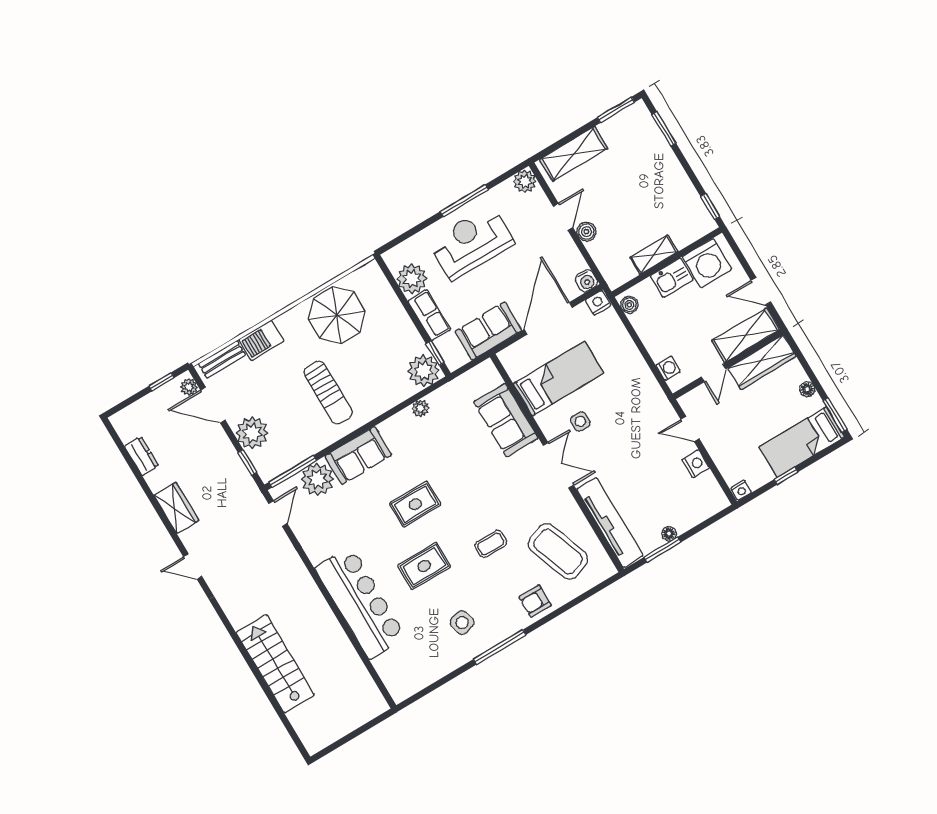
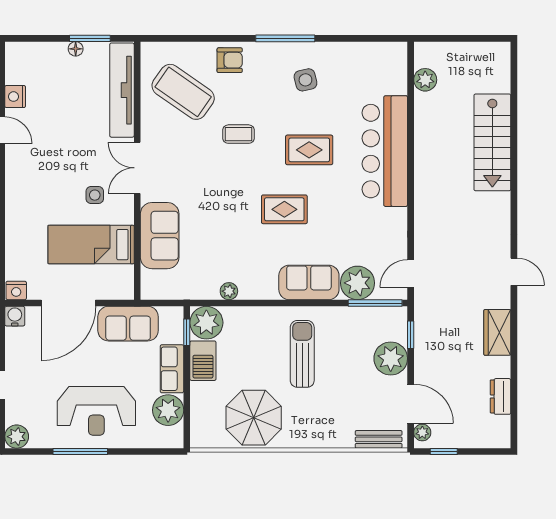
barbecue: (261, 340) -> (203, 361), moved, turned 90
coffee table: (558, 551) -> (183, 92), turned -35
plant: (362, 682) -> (425, 80), added

